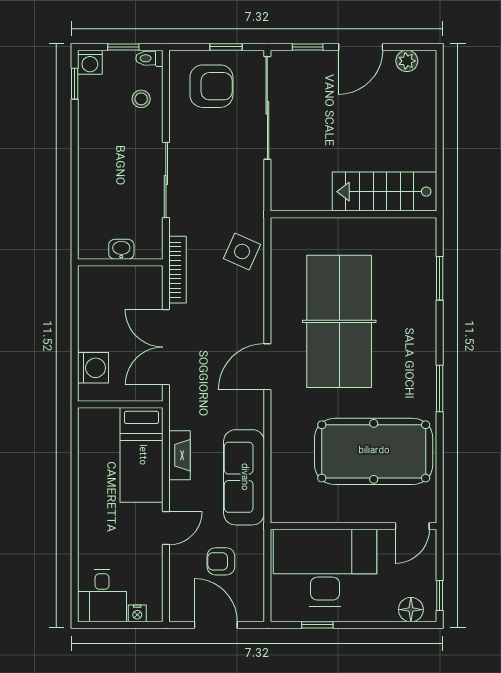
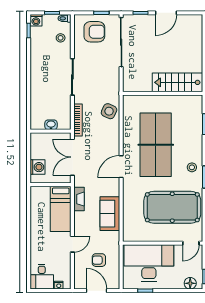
plant: (407, 61) -> (188, 20), removed
washbasin: (121, 249) -> (51, 125), moved
wall: (120, 262) -> (51, 131), moved
stool: (415, 368) -> (192, 167), added
fireplace: (180, 455) -> (79, 199), moved
sofa: (244, 477) -> (110, 214), width x0.73

